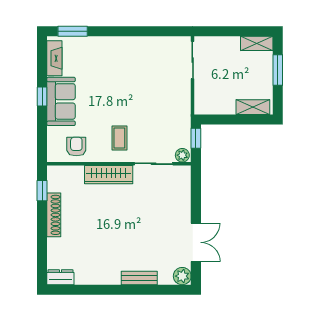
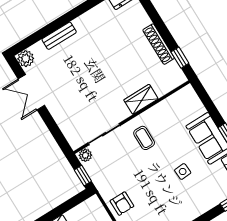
side table: (103, 86) -> (183, 172), added
armchair: (76, 147) -> (122, 204), moved
wardrobe: (109, 175) -> (141, 99), width x0.67

